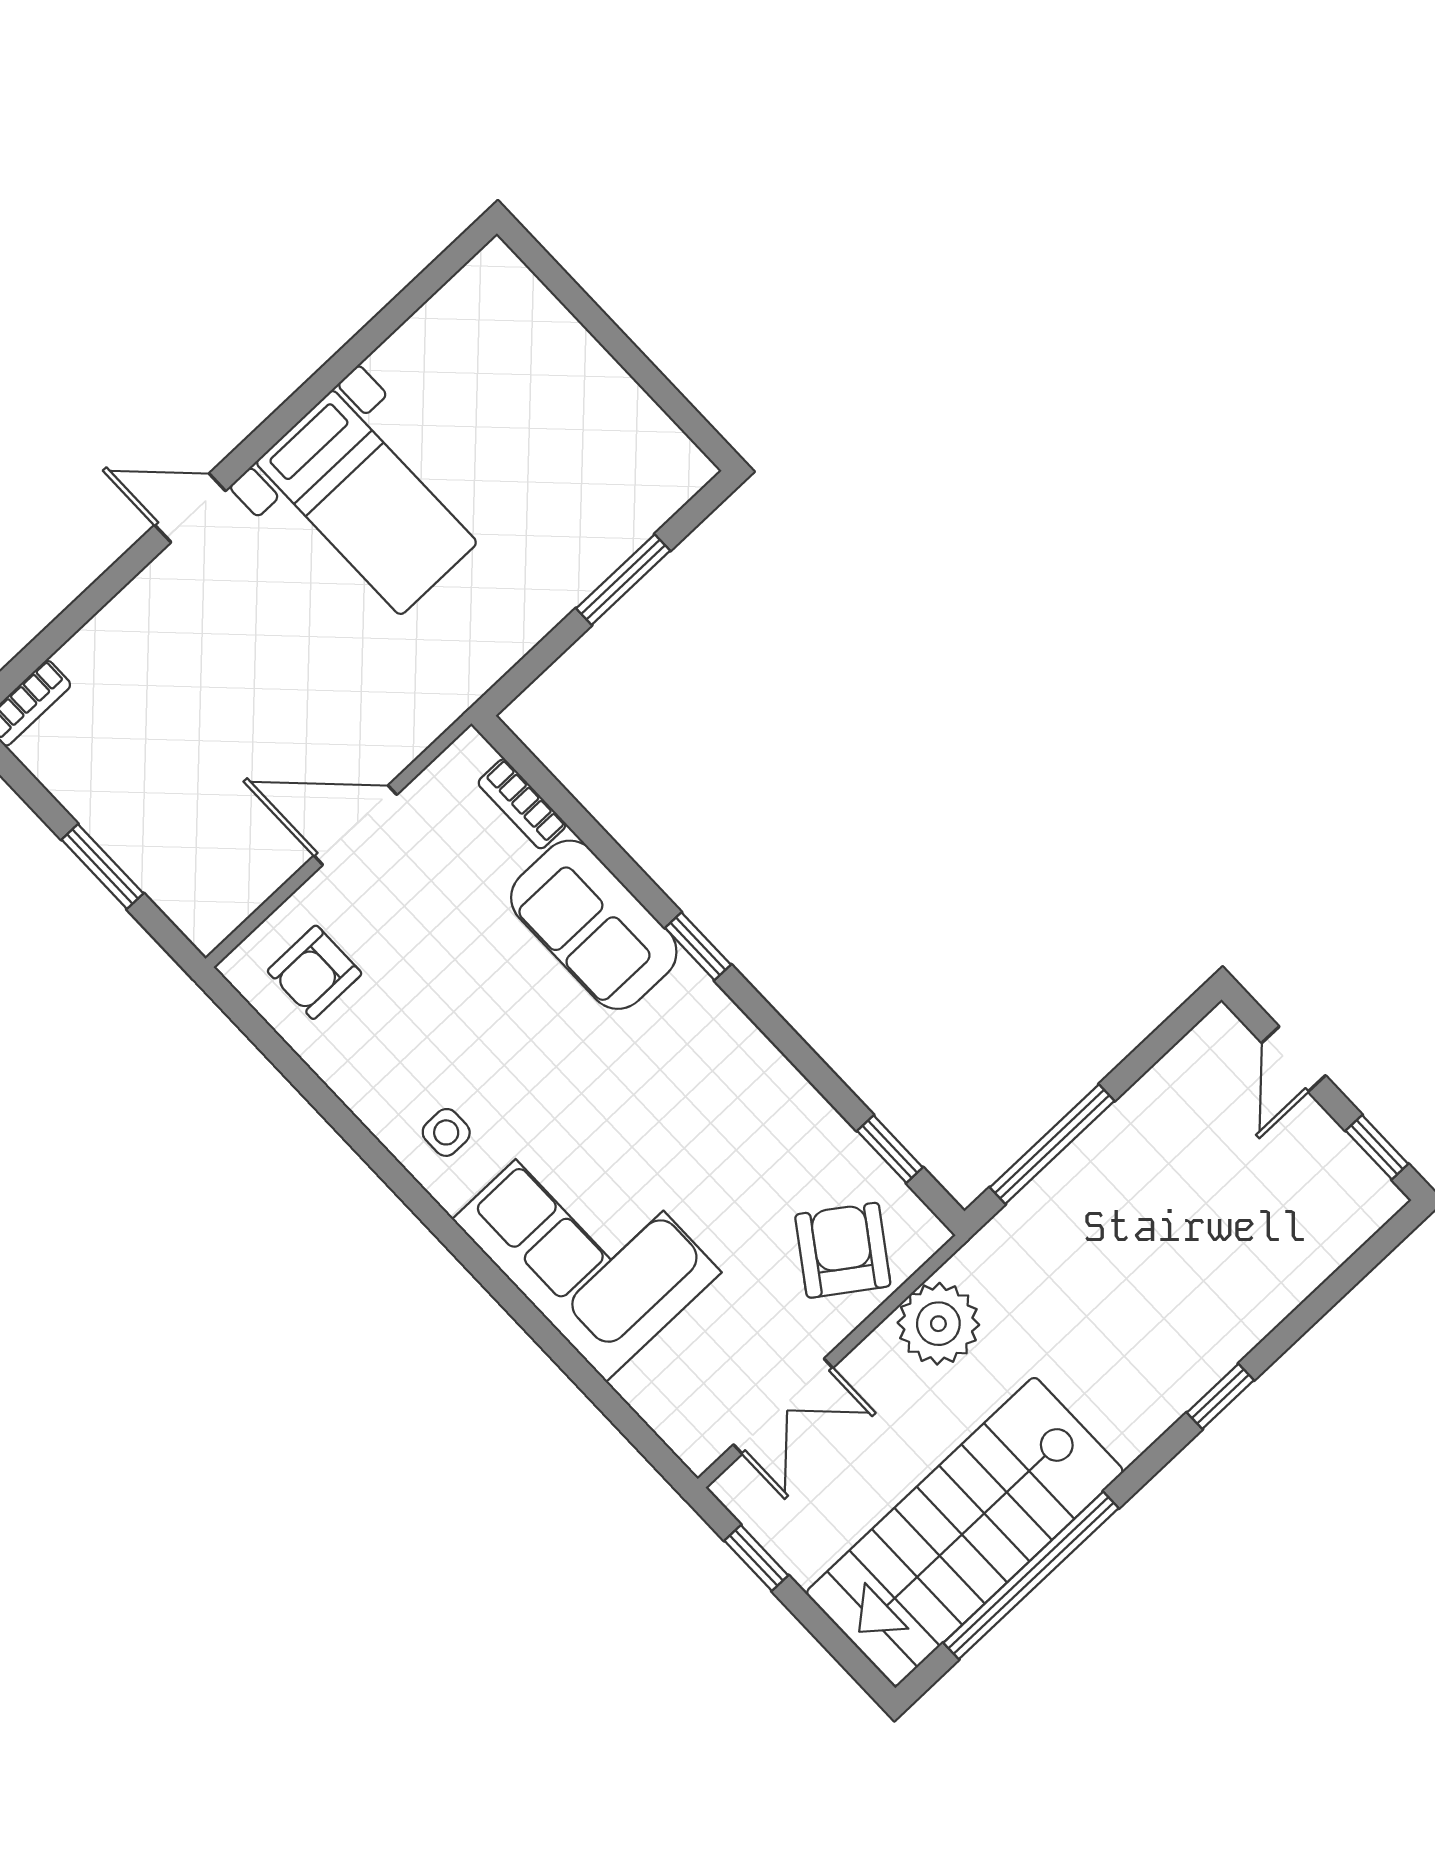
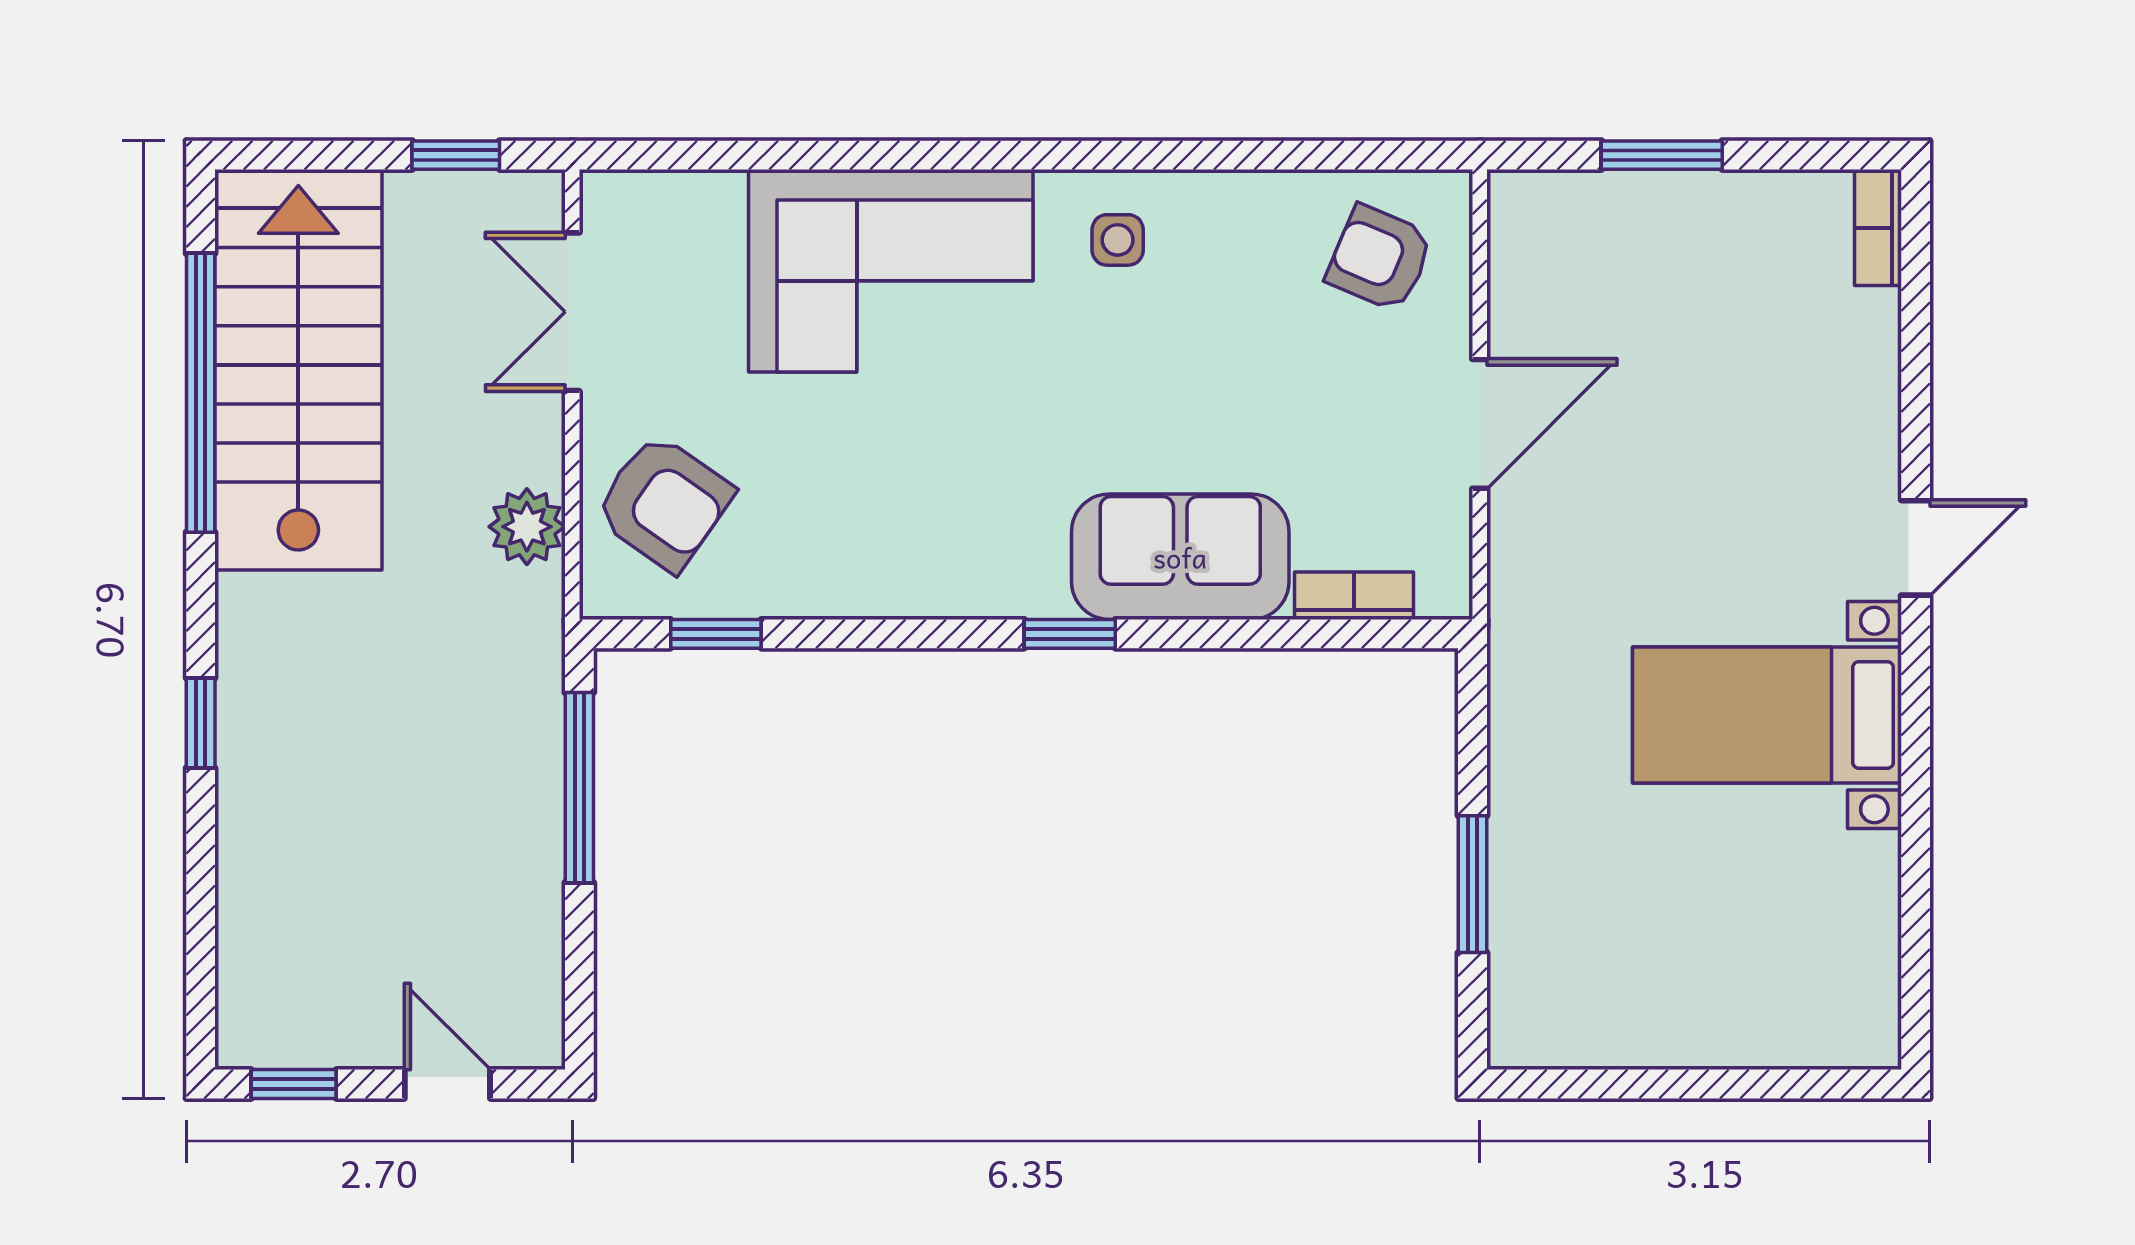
armchair: (315, 972) -> (1380, 258), turned -67
plant: (938, 1324) -> (527, 527), width x0.73, depth x0.73

